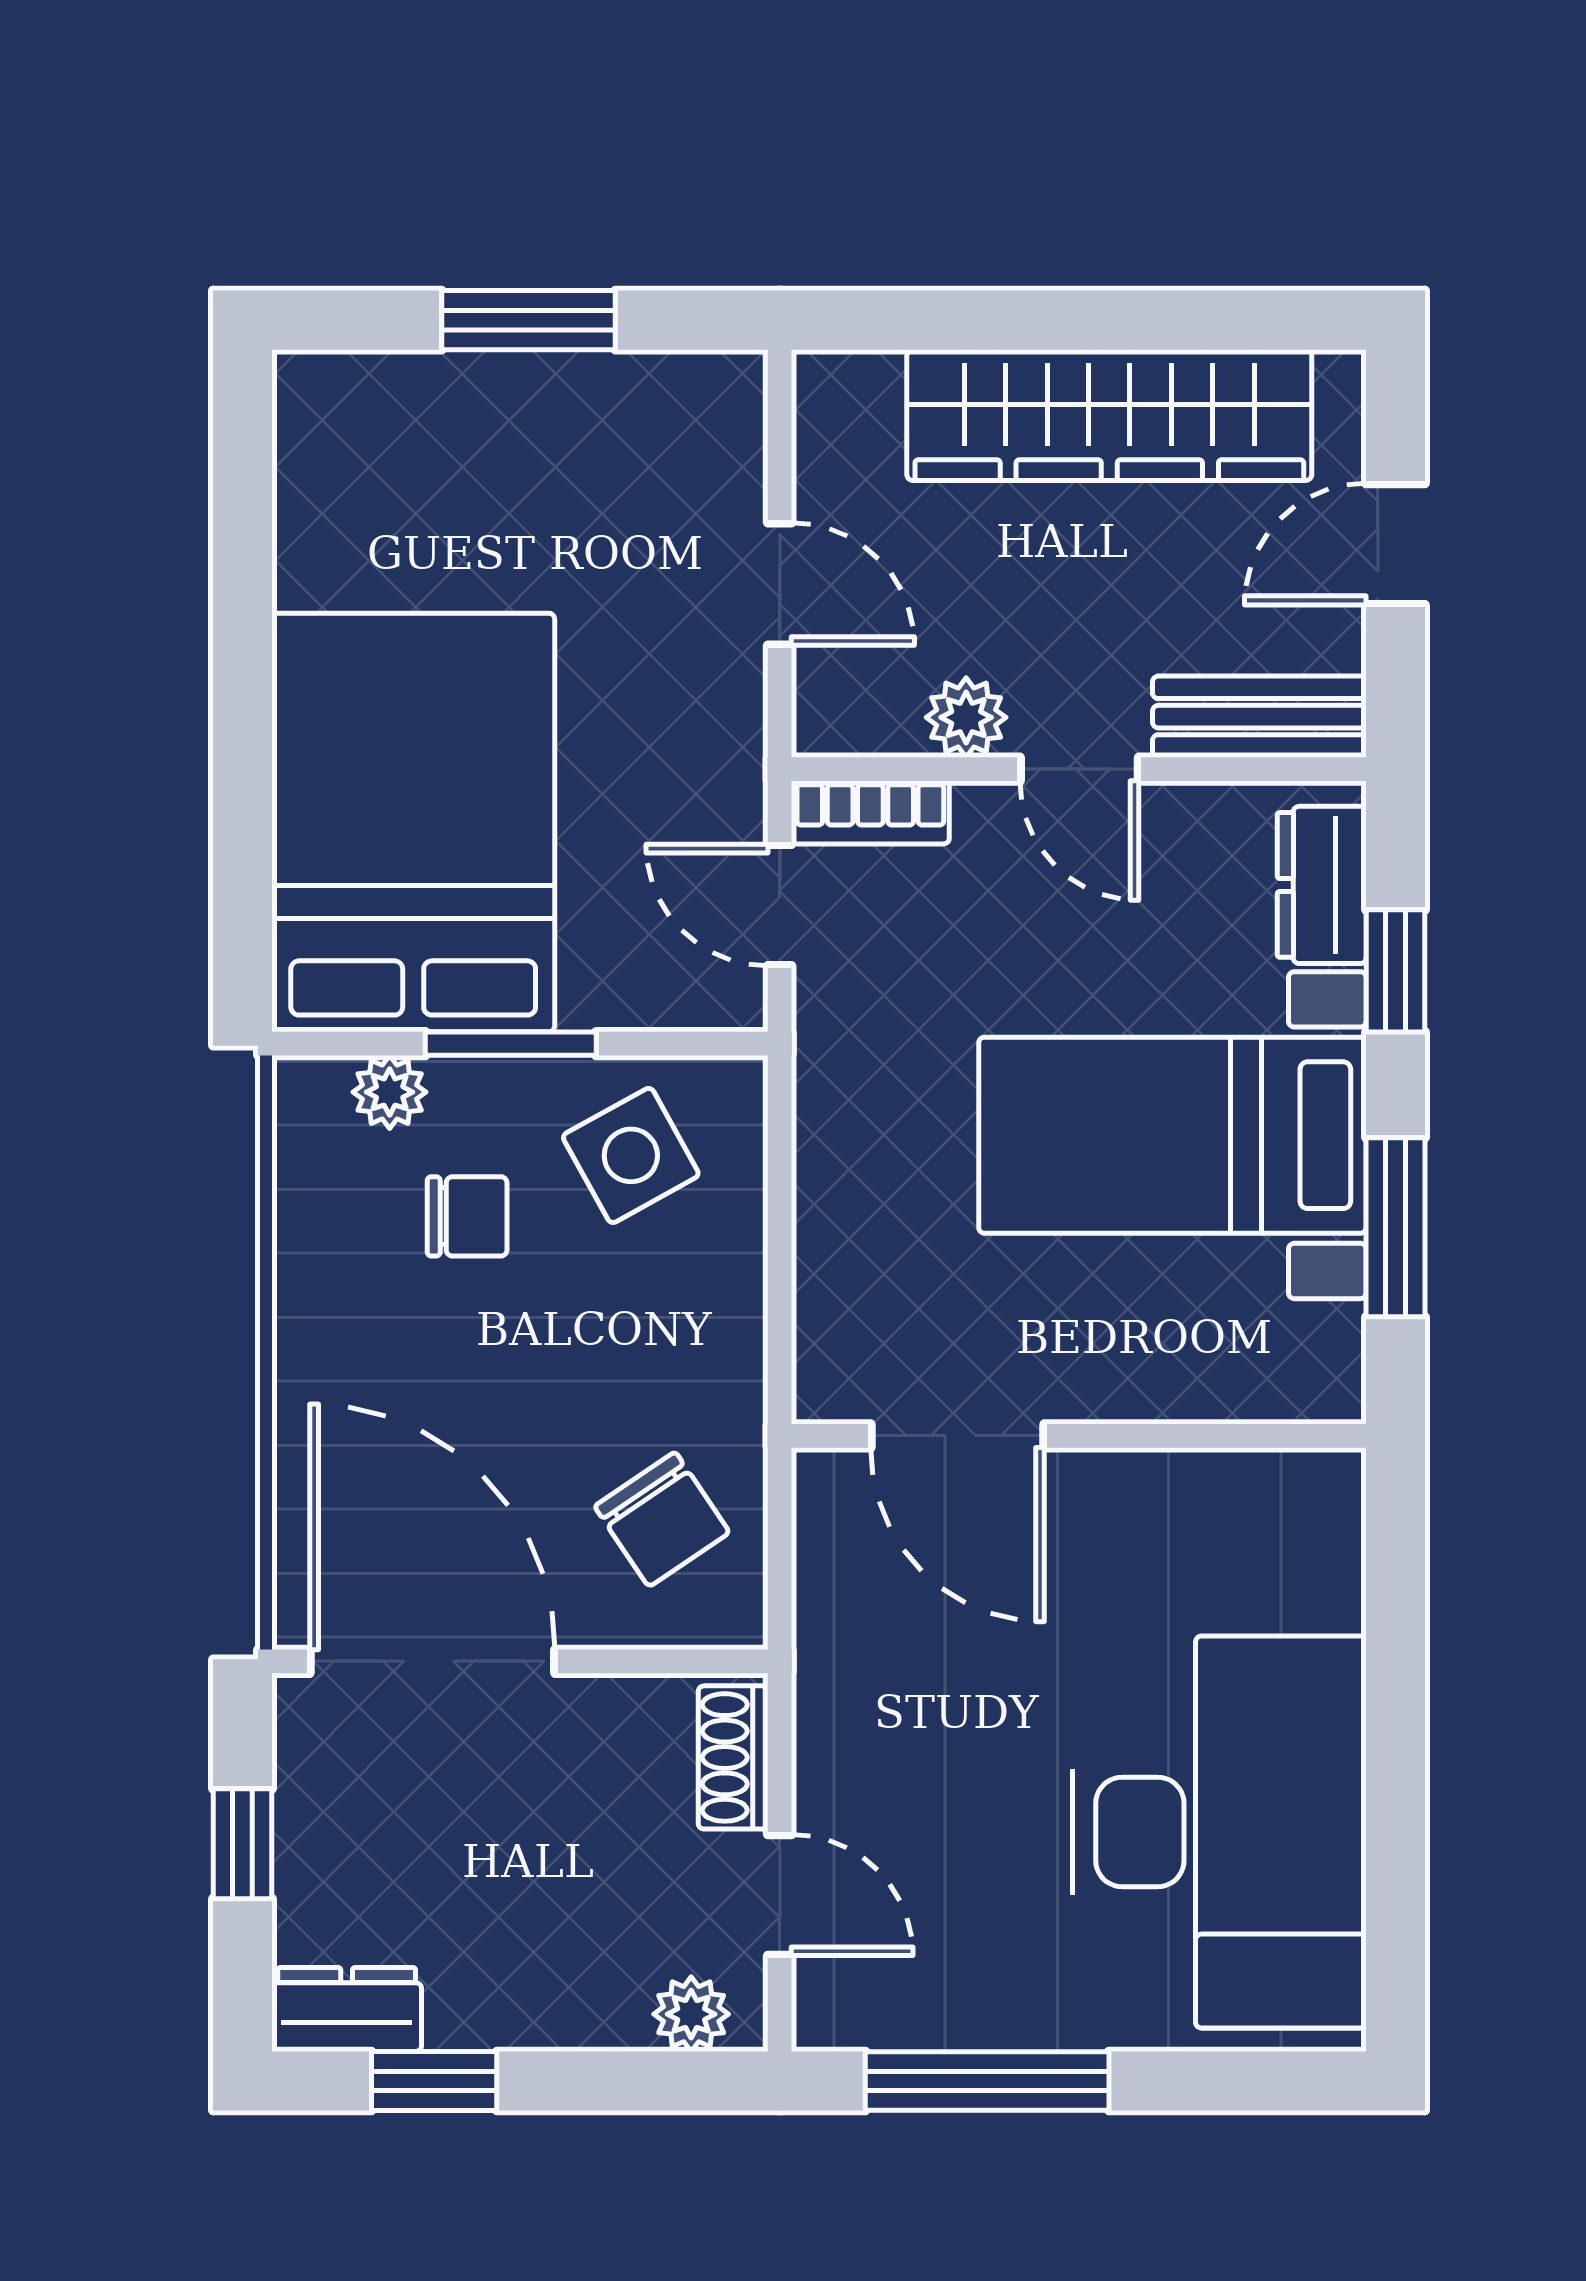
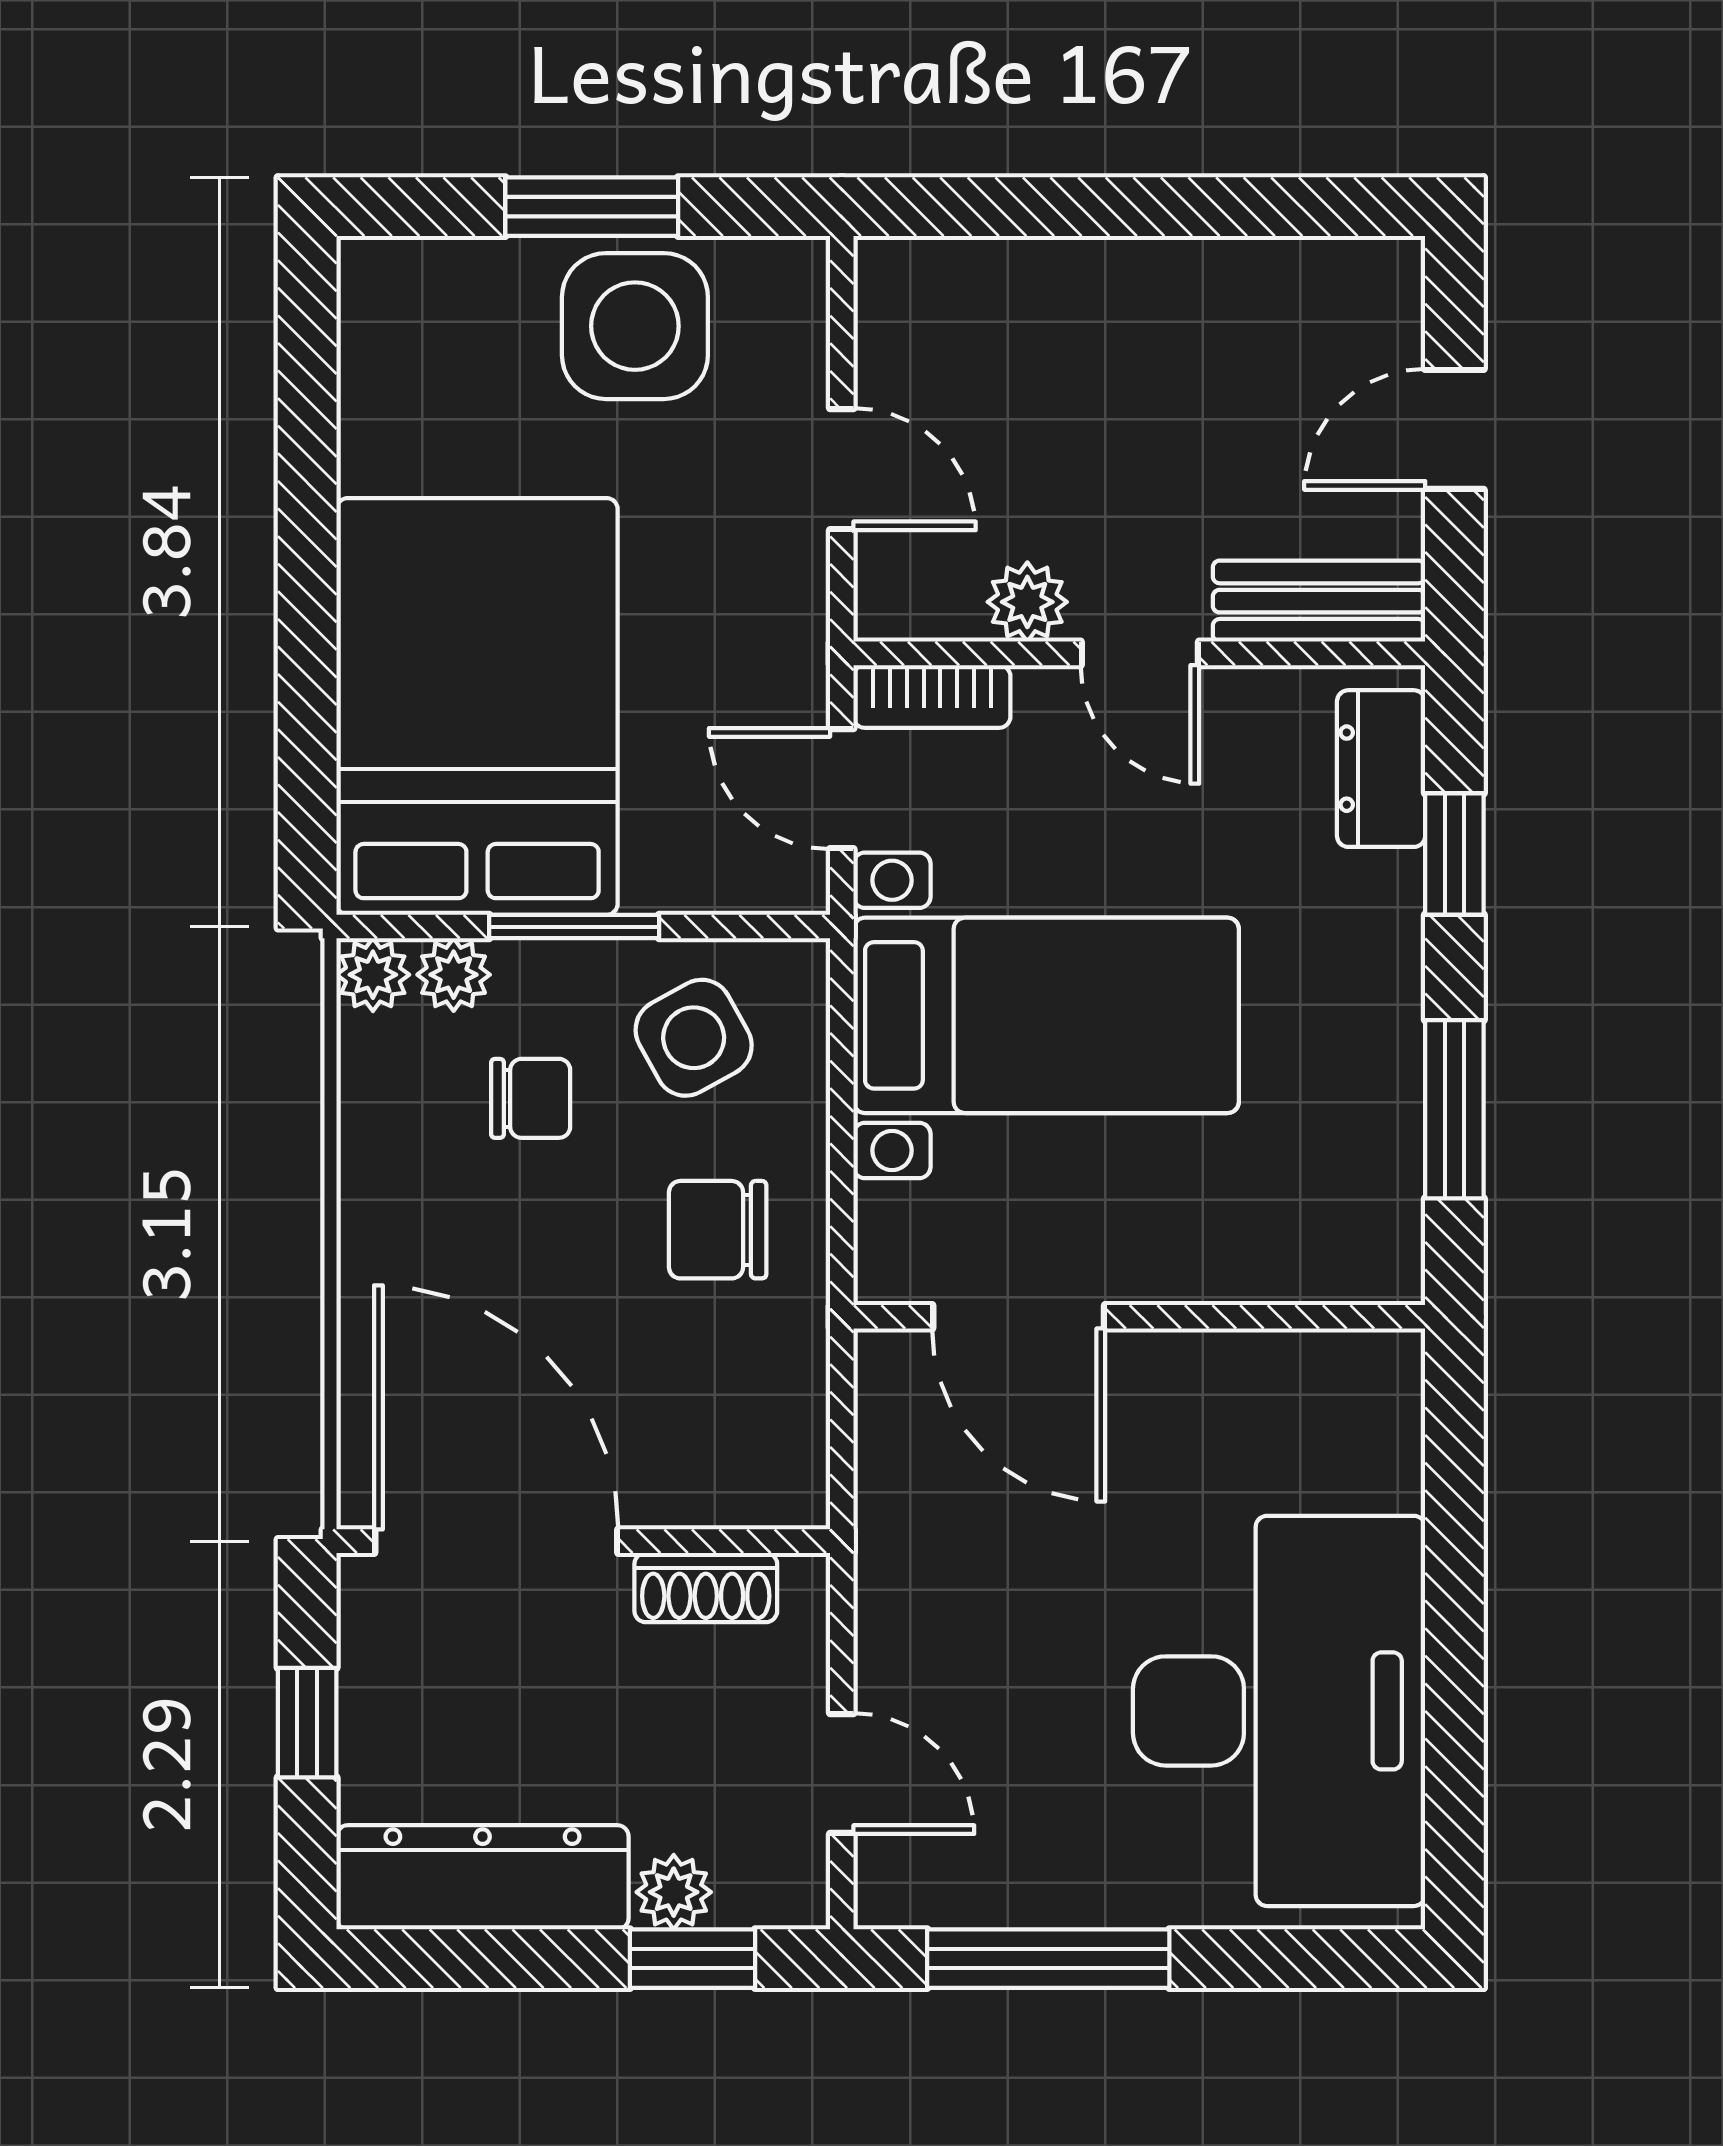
wardrobe: (1109, 415) -> (1170, 301), removed
side table: (572, 440) -> (635, 326), added
plant: (309, 1092) -> (373, 975), added
bed with nightstands: (1172, 1135) -> (1046, 1015), moved, turned 180
chair: (662, 1519) -> (718, 1230), moved, turned 124
shoe rack: (733, 1757) -> (706, 1588), moved, turned -90
dresser: (347, 2009) -> (483, 1877), width x1.96, depth x1.24
plant: (691, 2014) -> (674, 1892), moved
window: (434, 2081) -> (693, 1959), moved

